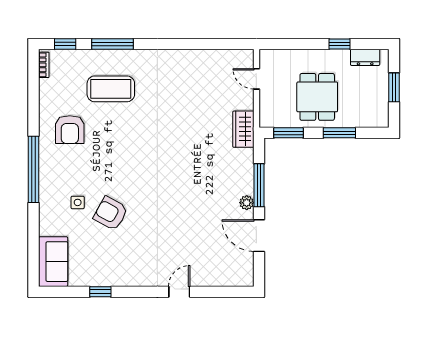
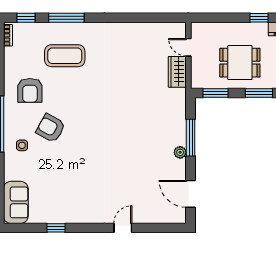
dining table: (317, 97) -> (240, 63), turned 90
wardrobe: (243, 129) -> (177, 72), moved
side table: (78, 202) -> (22, 145), moved
armchair: (111, 213) -> (51, 128), moved
door: (259, 236) -> (191, 194), moved

